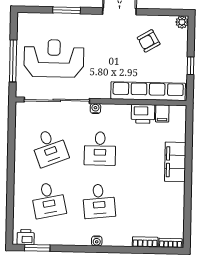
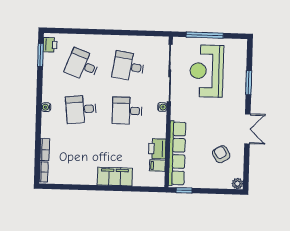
reception desk: (54, 58) -> (207, 71), turned 180
window: (190, 66) -> (184, 190), moved
desk: (49, 147) -> (128, 66), turned 30
desk: (48, 200) -> (82, 65), turned 33

